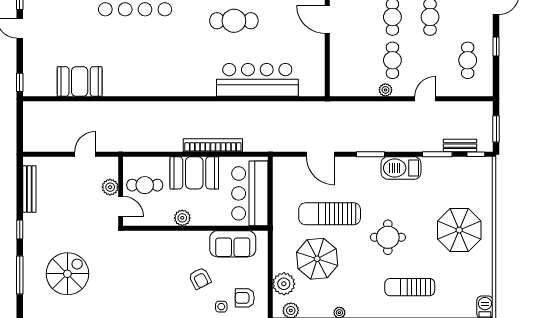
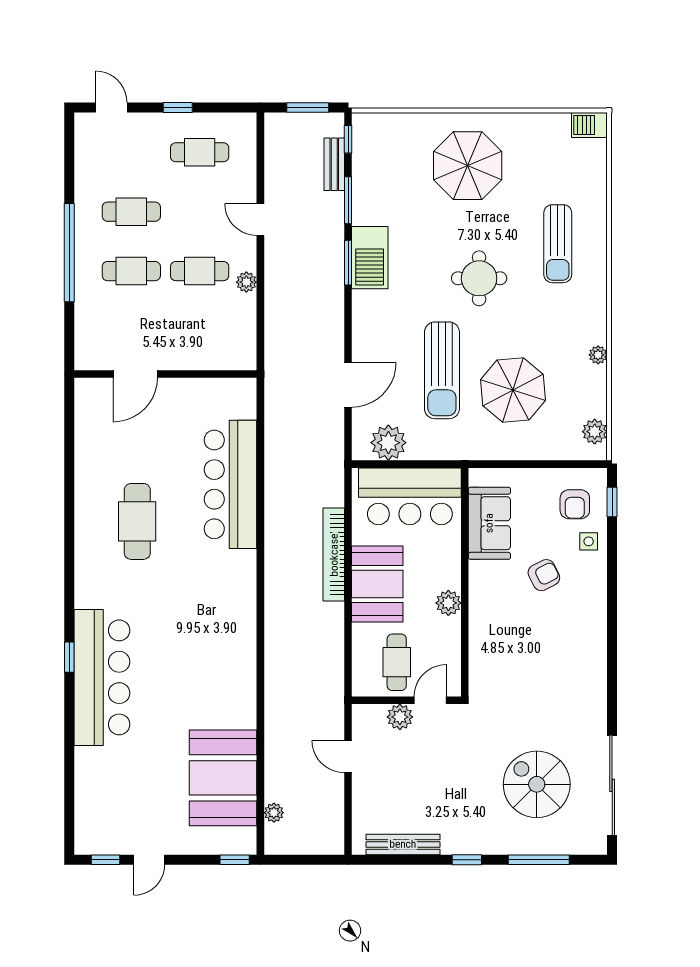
booth: (80, 81) -> (223, 778), width x1.36, depth x1.42
plant: (49, 107) -> (274, 813), added
window: (371, 154) -> (348, 263), moved
plant: (284, 284) -> (388, 443), moved

